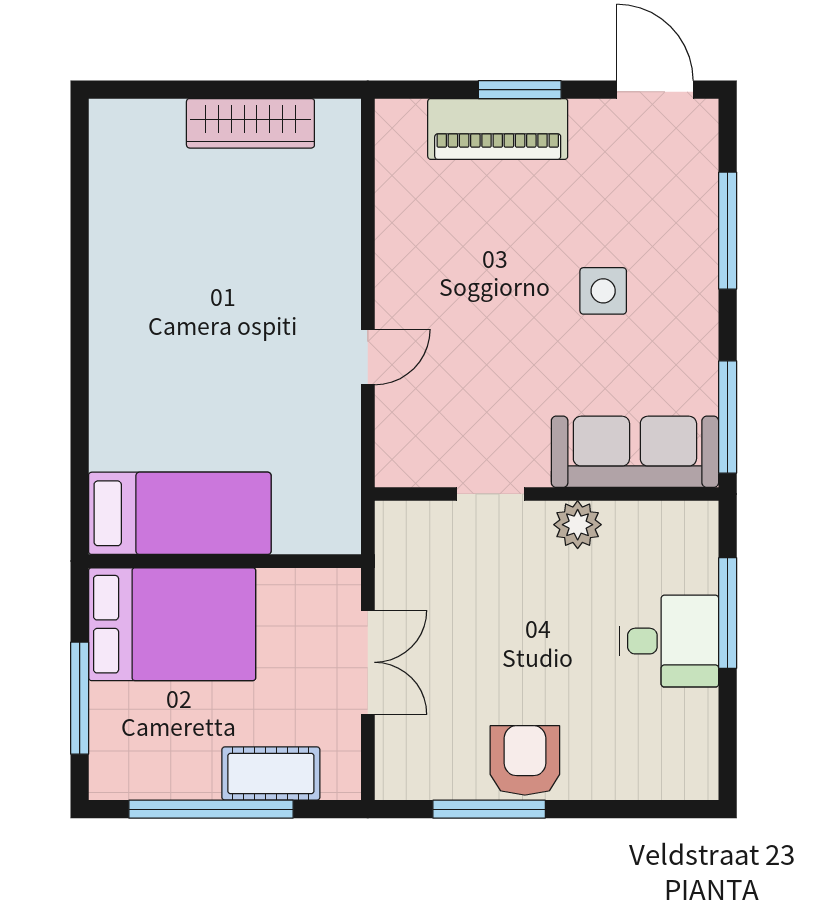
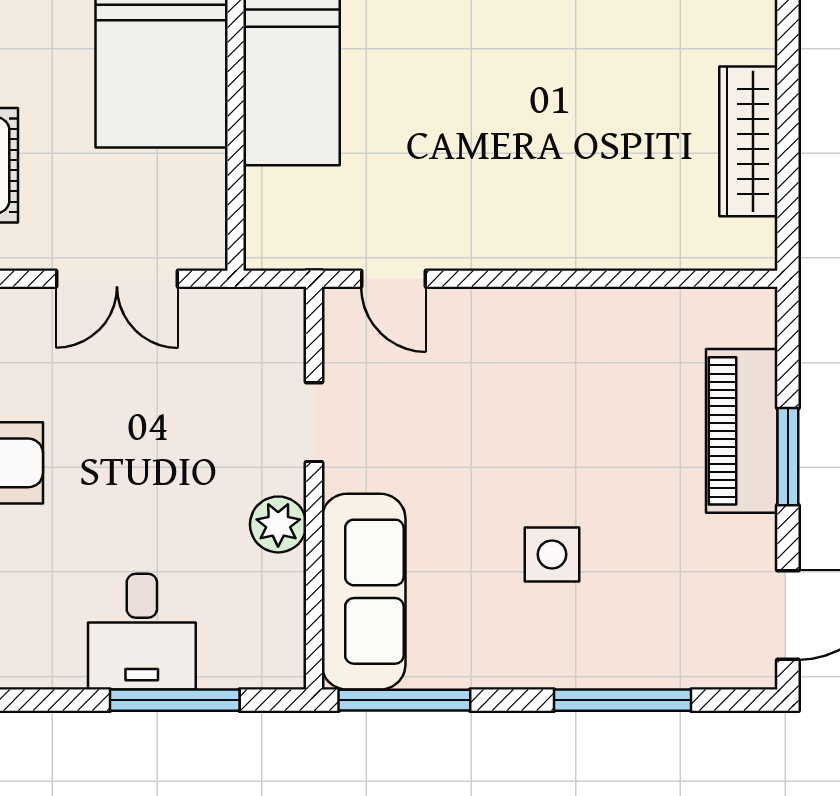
door: (368, 357) -> (394, 279), moved

